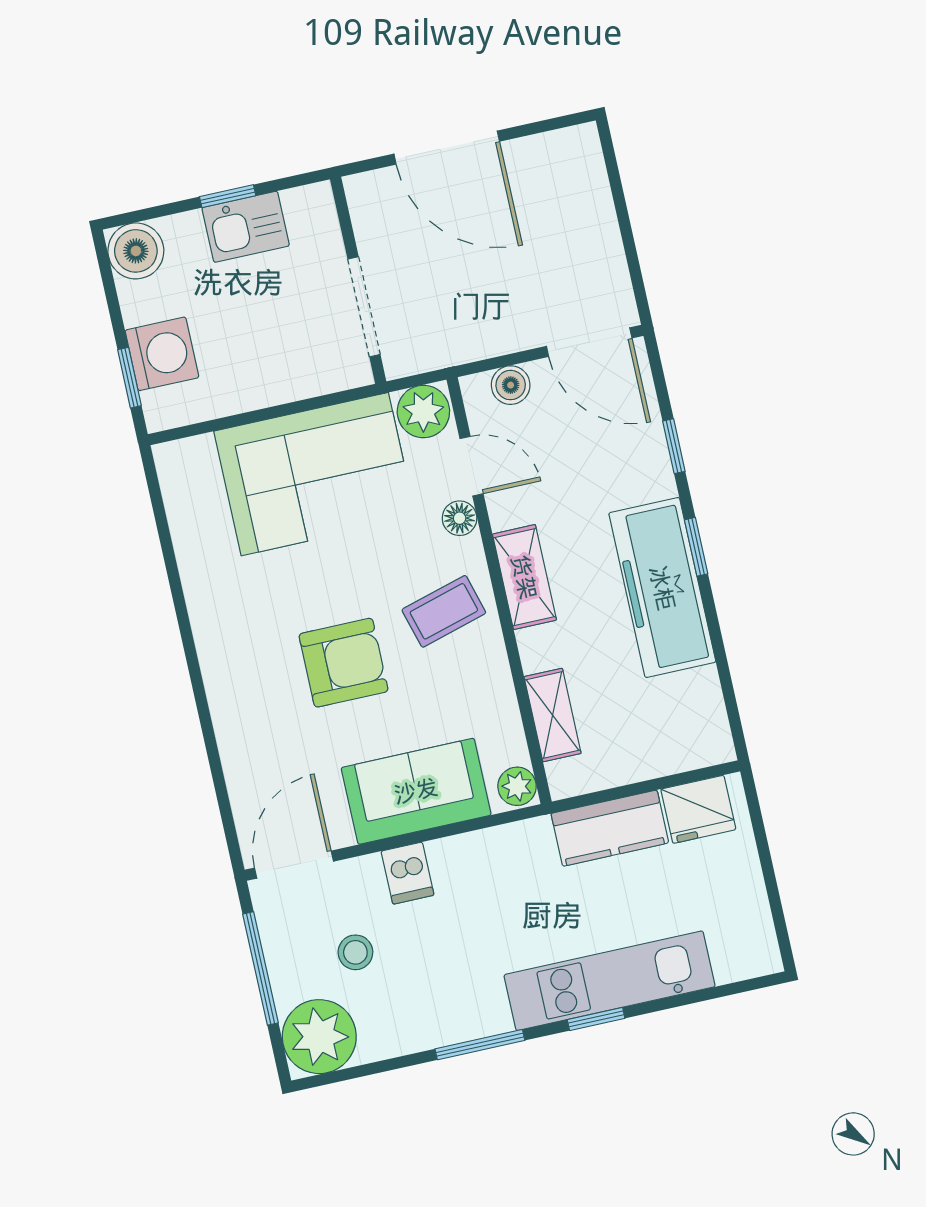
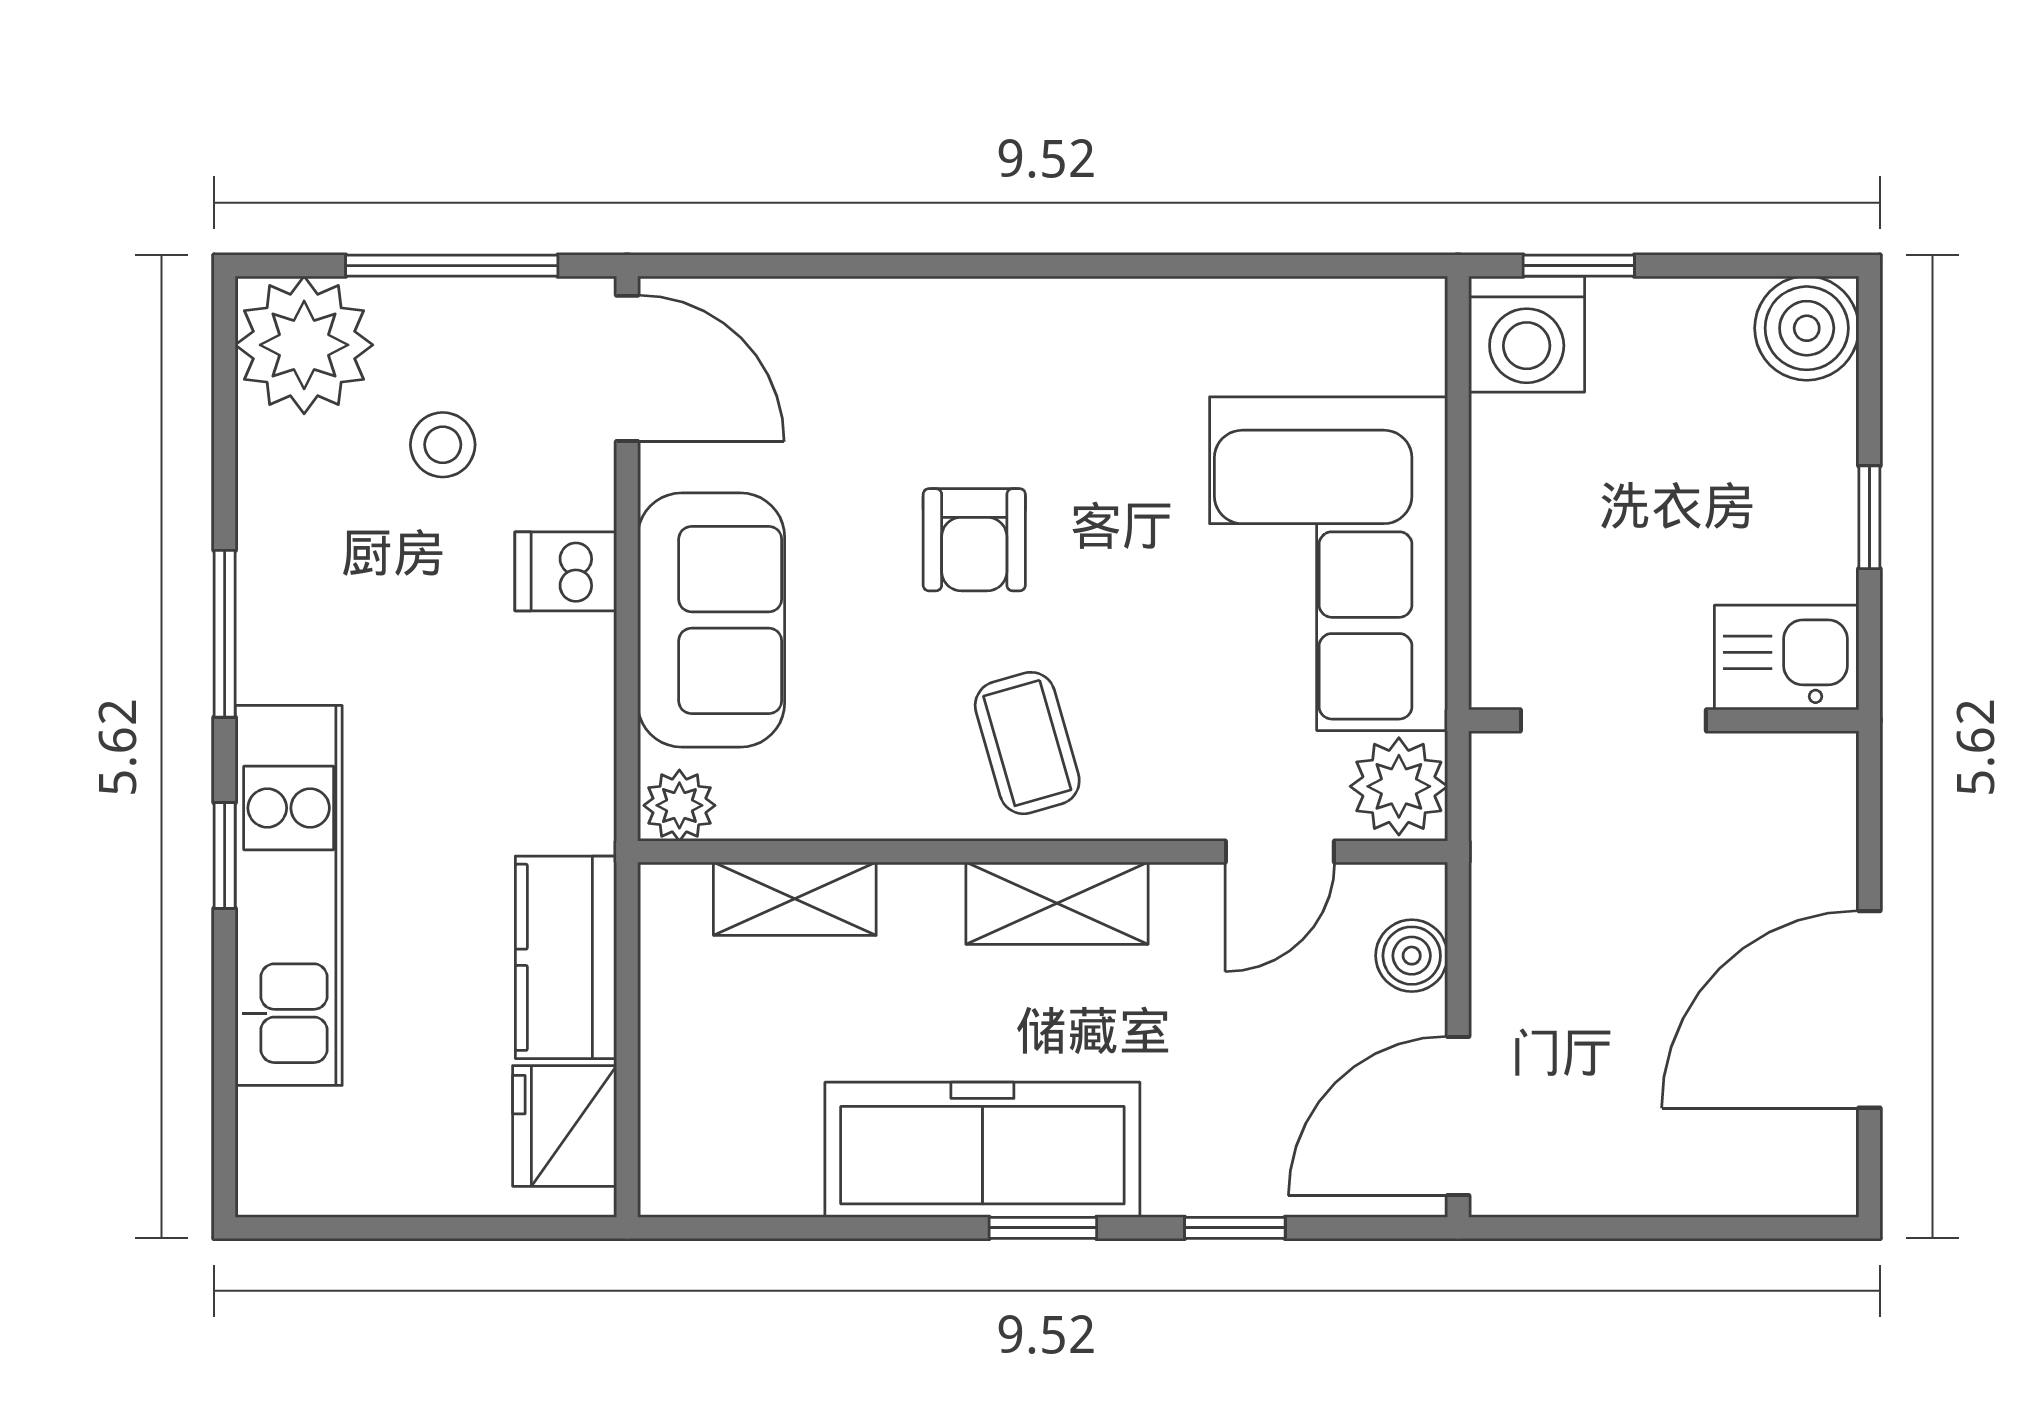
door: (447, 148) -> (1869, 1009), moved
kitchen sink: (246, 227) -> (1787, 658), moved, turned 90
washing machine: (162, 354) -> (1527, 334), moved
floor lamp: (460, 518) -> (1190, 809), removed
armchair: (343, 663) -> (974, 540), width x0.72, depth x0.72

